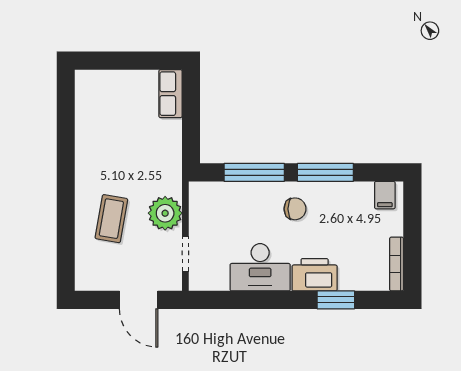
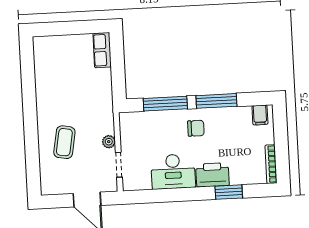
plant: (165, 213) -> (109, 142), width x0.53, depth x0.53

